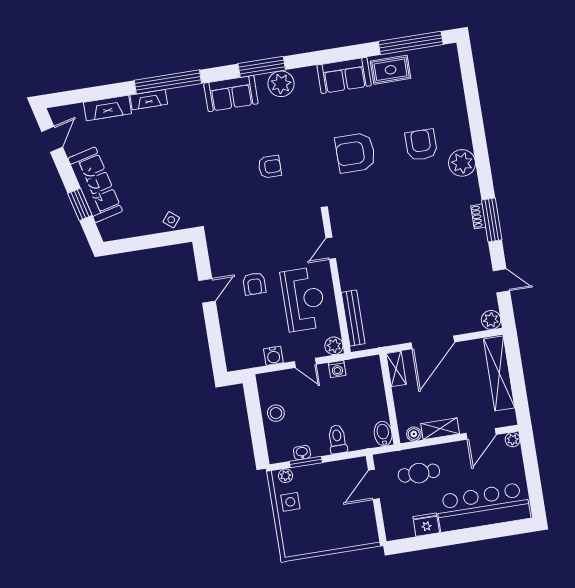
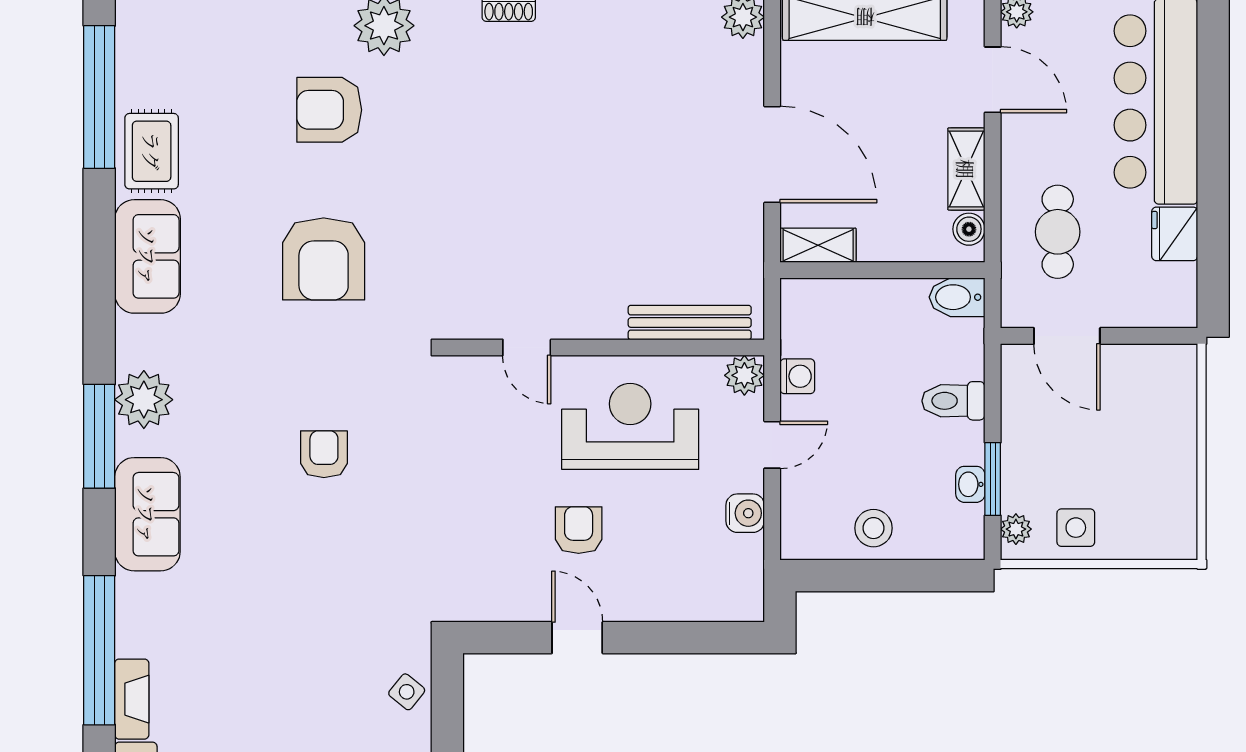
armchair: (254, 284) -> (579, 530), turned -90

